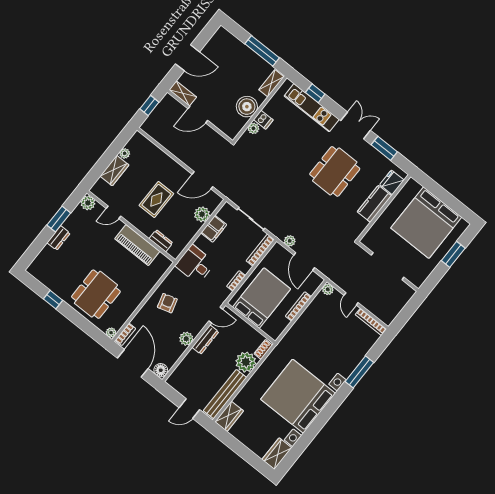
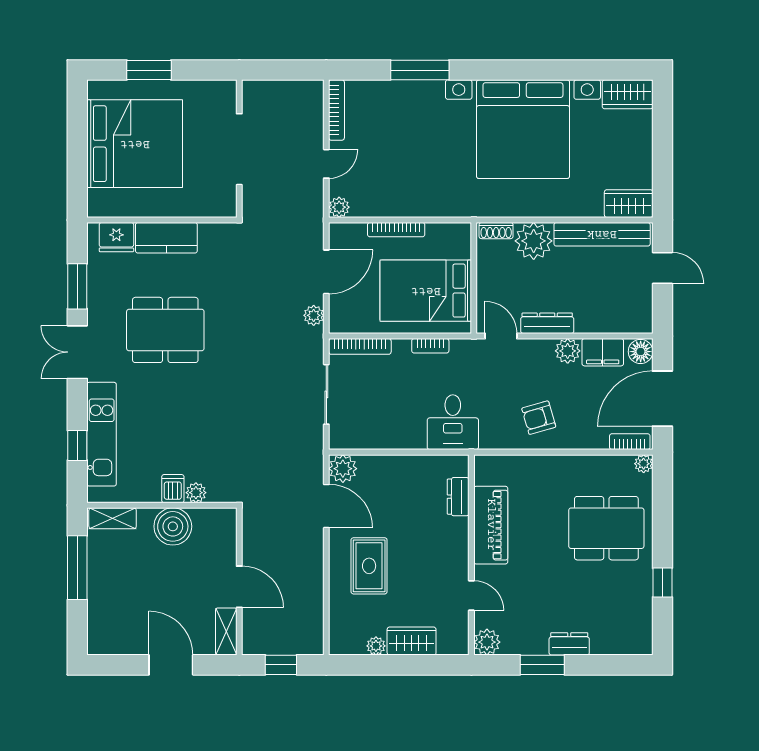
rug: (156, 200) -> (369, 566), moved, turned 90
plant: (202, 214) -> (343, 469), moved
filing cabinet: (214, 229) -> (603, 352), moved, turned 180

